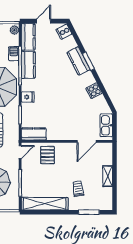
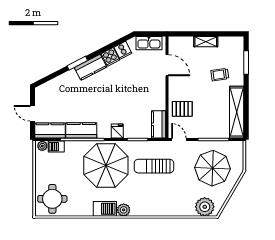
cooker: (64, 32) -> (123, 50), moved
barbecue: (14, 54) -> (56, 147), moved
kitchen counter: (78, 61) -> (91, 67), moved

